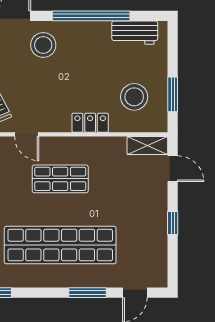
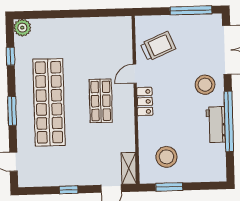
workbench: (135, 33) -> (216, 125), moved
locker: (90, 123) -> (145, 101), moved
window: (87, 293) -> (12, 111), moved

